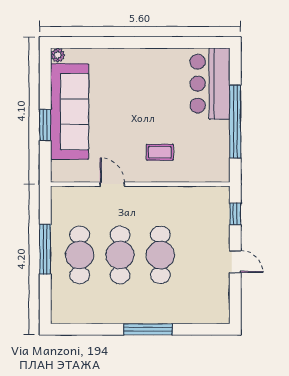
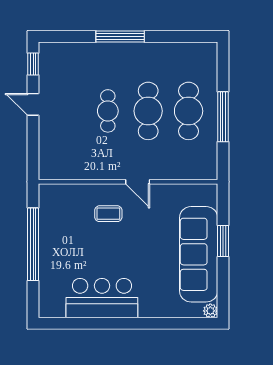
bar counter: (210, 84) -> (102, 298), moved, turned -90
door: (112, 184) -> (138, 182), moved
window: (235, 214) -> (33, 64), moved
cafe table: (160, 255) -> (108, 111), width x0.73, depth x0.74

